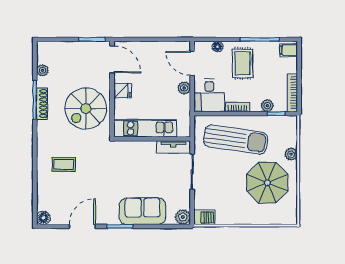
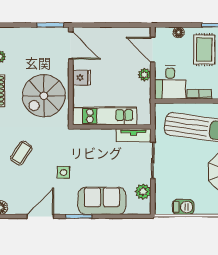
coffee table: (64, 164) -> (21, 153), turned -57
side table: (105, 183) -> (63, 172), added
plant: (183, 217) -> (143, 192), moved
barbecue: (204, 217) -> (183, 207), moved

